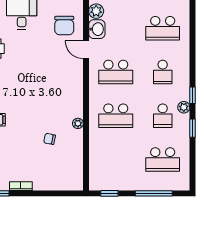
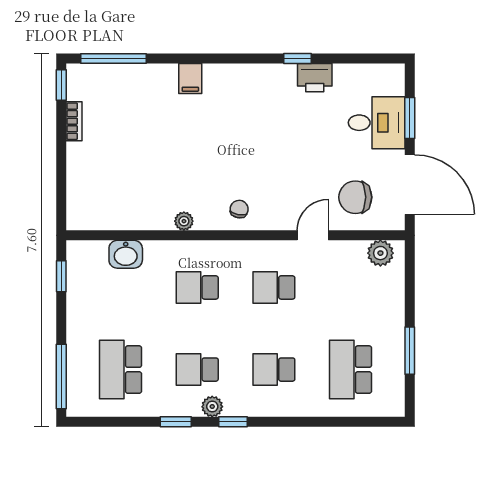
washbasin: (97, 29) -> (126, 254), moved
school desk: (116, 72) -> (274, 287), width x0.54
school desk: (116, 116) -> (197, 287), width x0.54
chair: (50, 139) -> (239, 209), moved
window: (154, 193) -> (61, 377), moved

